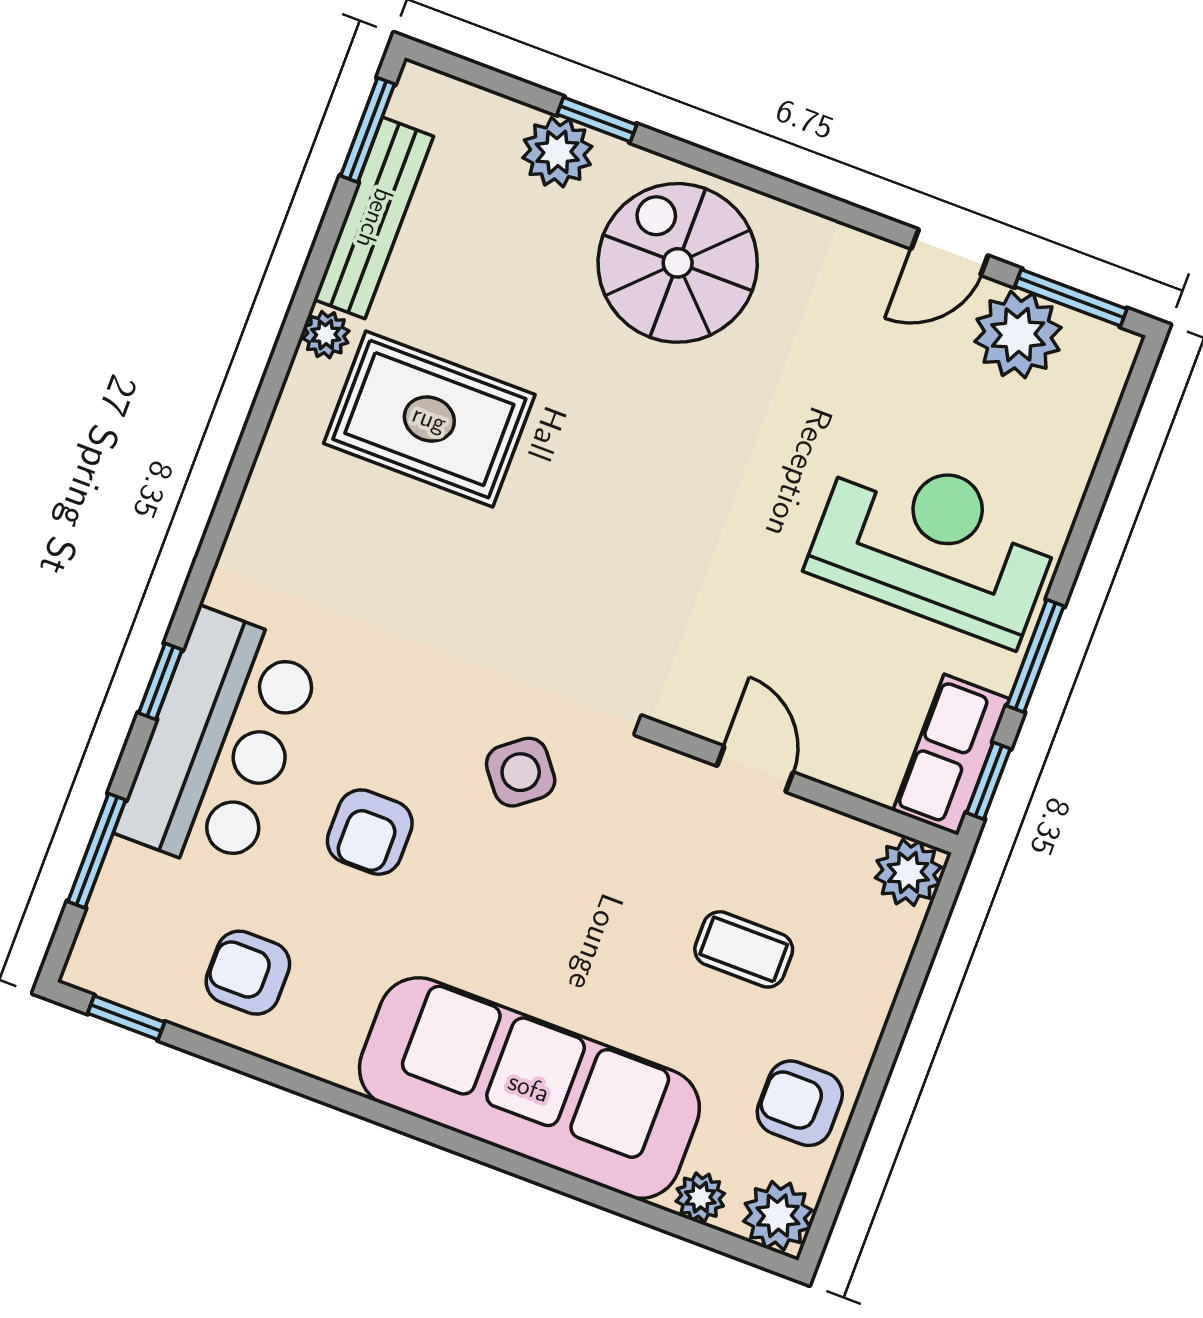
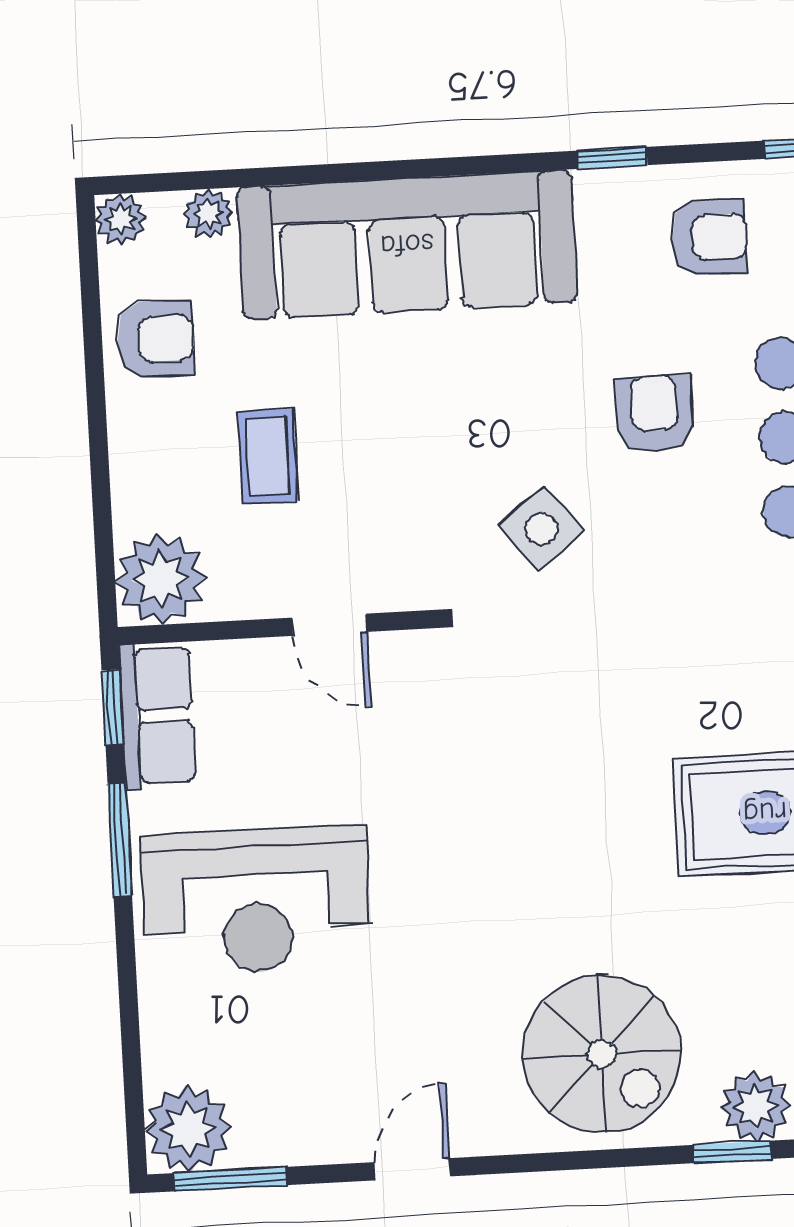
door: (950, 252) -> (412, 1169), moved
plant: (1018, 335) -> (188, 1129), moved
plant: (908, 872) -> (160, 579), width x1.36, depth x1.36
coffee table: (744, 949) -> (268, 456), turned 90
window: (305, 1085) -> (612, 158), added
plant: (778, 1216) -> (121, 219), width x0.73, depth x0.73

